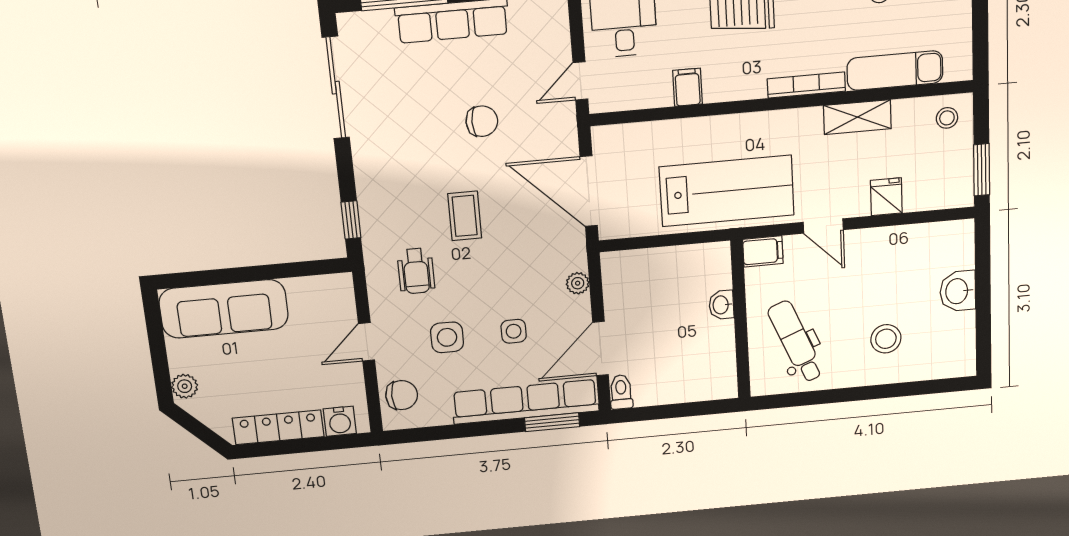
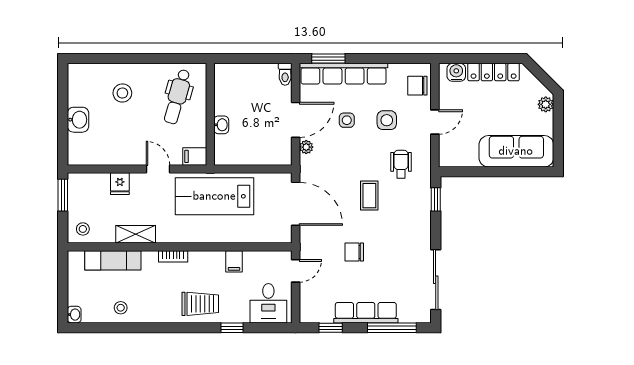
bookcase: (806, 85) -> (173, 256), width x0.64
dental chair: (796, 342) -> (177, 97), turned 38
door: (600, 349) -> (296, 120), moved

